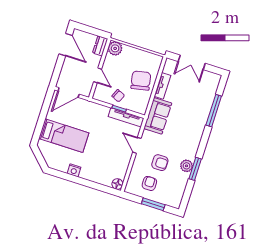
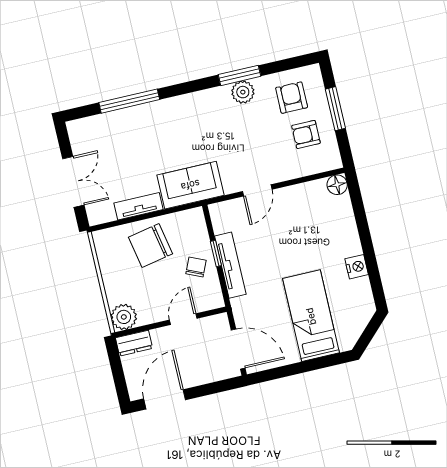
tv unit: (126, 117) -> (230, 265), moved
armchair: (160, 163) -> (292, 98), moved

